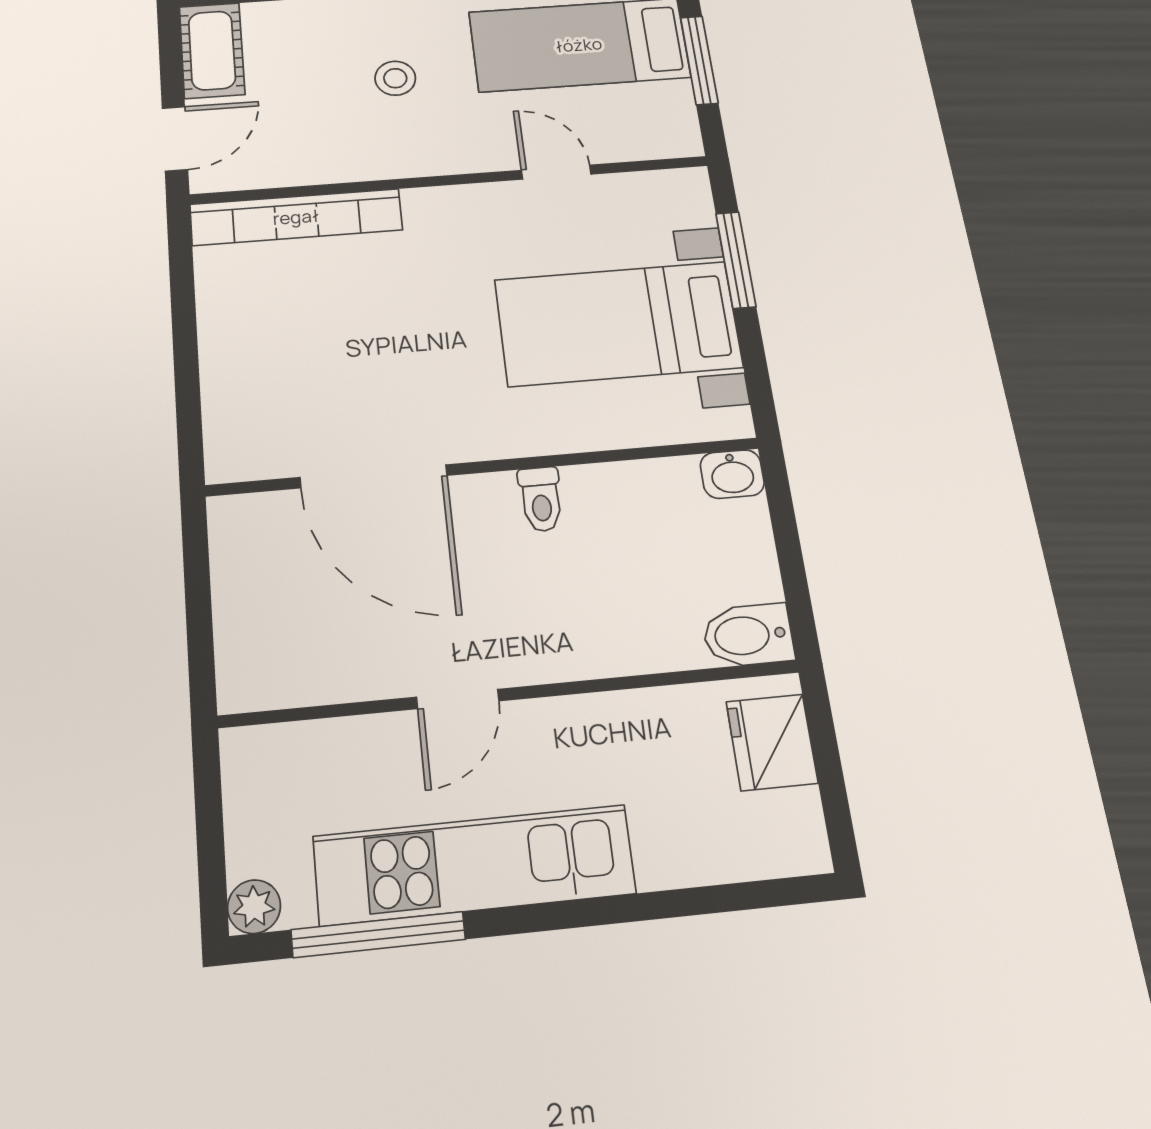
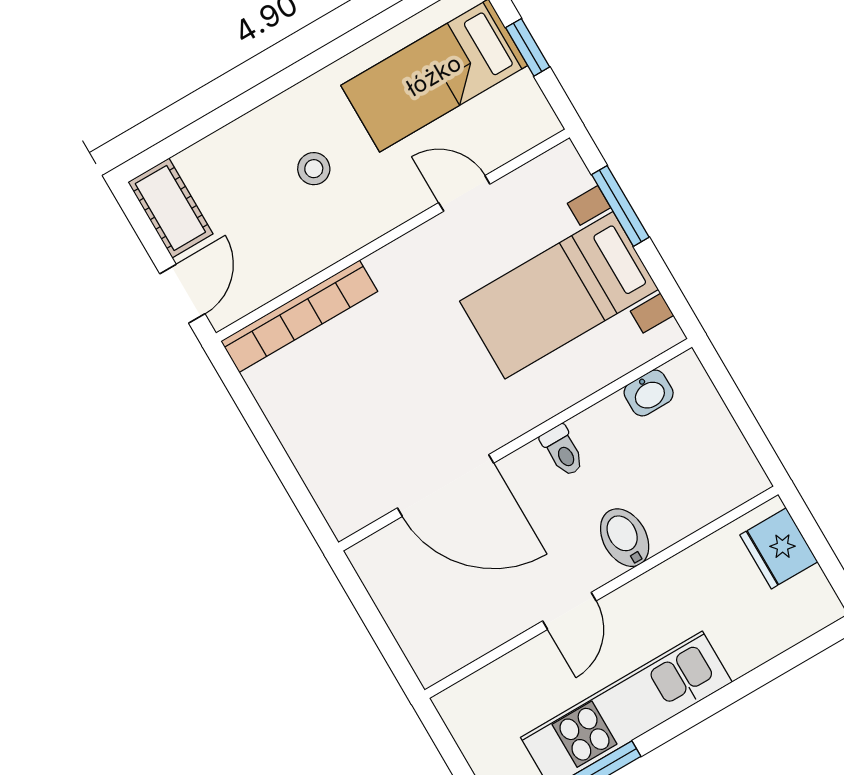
window: (699, 60) -> (528, 47), width x0.67
washbasin: (732, 474) -> (649, 393), moved
bidet: (748, 635) -> (625, 538), moved, turned 90

